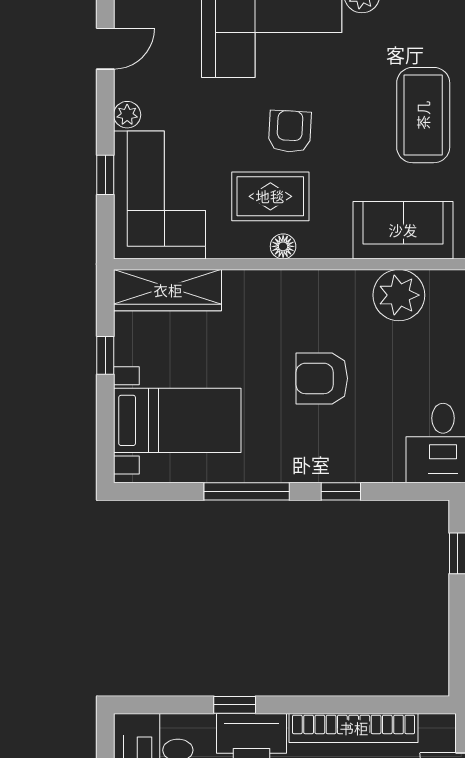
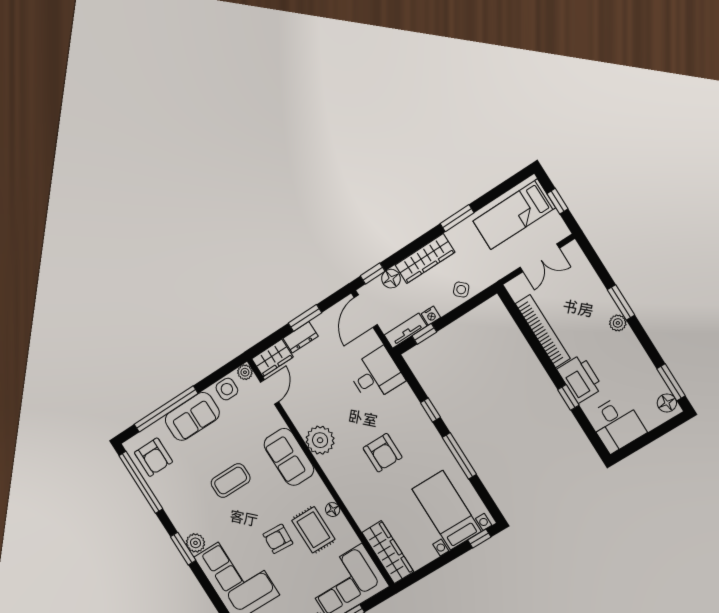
coffee table: (423, 115) -> (231, 481), width x0.73, depth x0.76
window: (105, 355) -> (479, 539), moved

